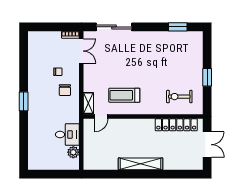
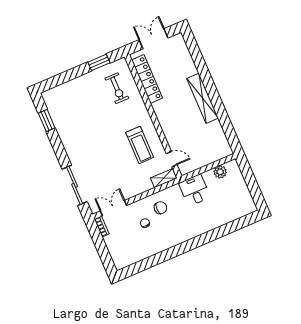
window: (207, 77) -> (99, 62), moved
window: (24, 101) -> (190, 245), removed
desk: (67, 134) -> (194, 190), moved

